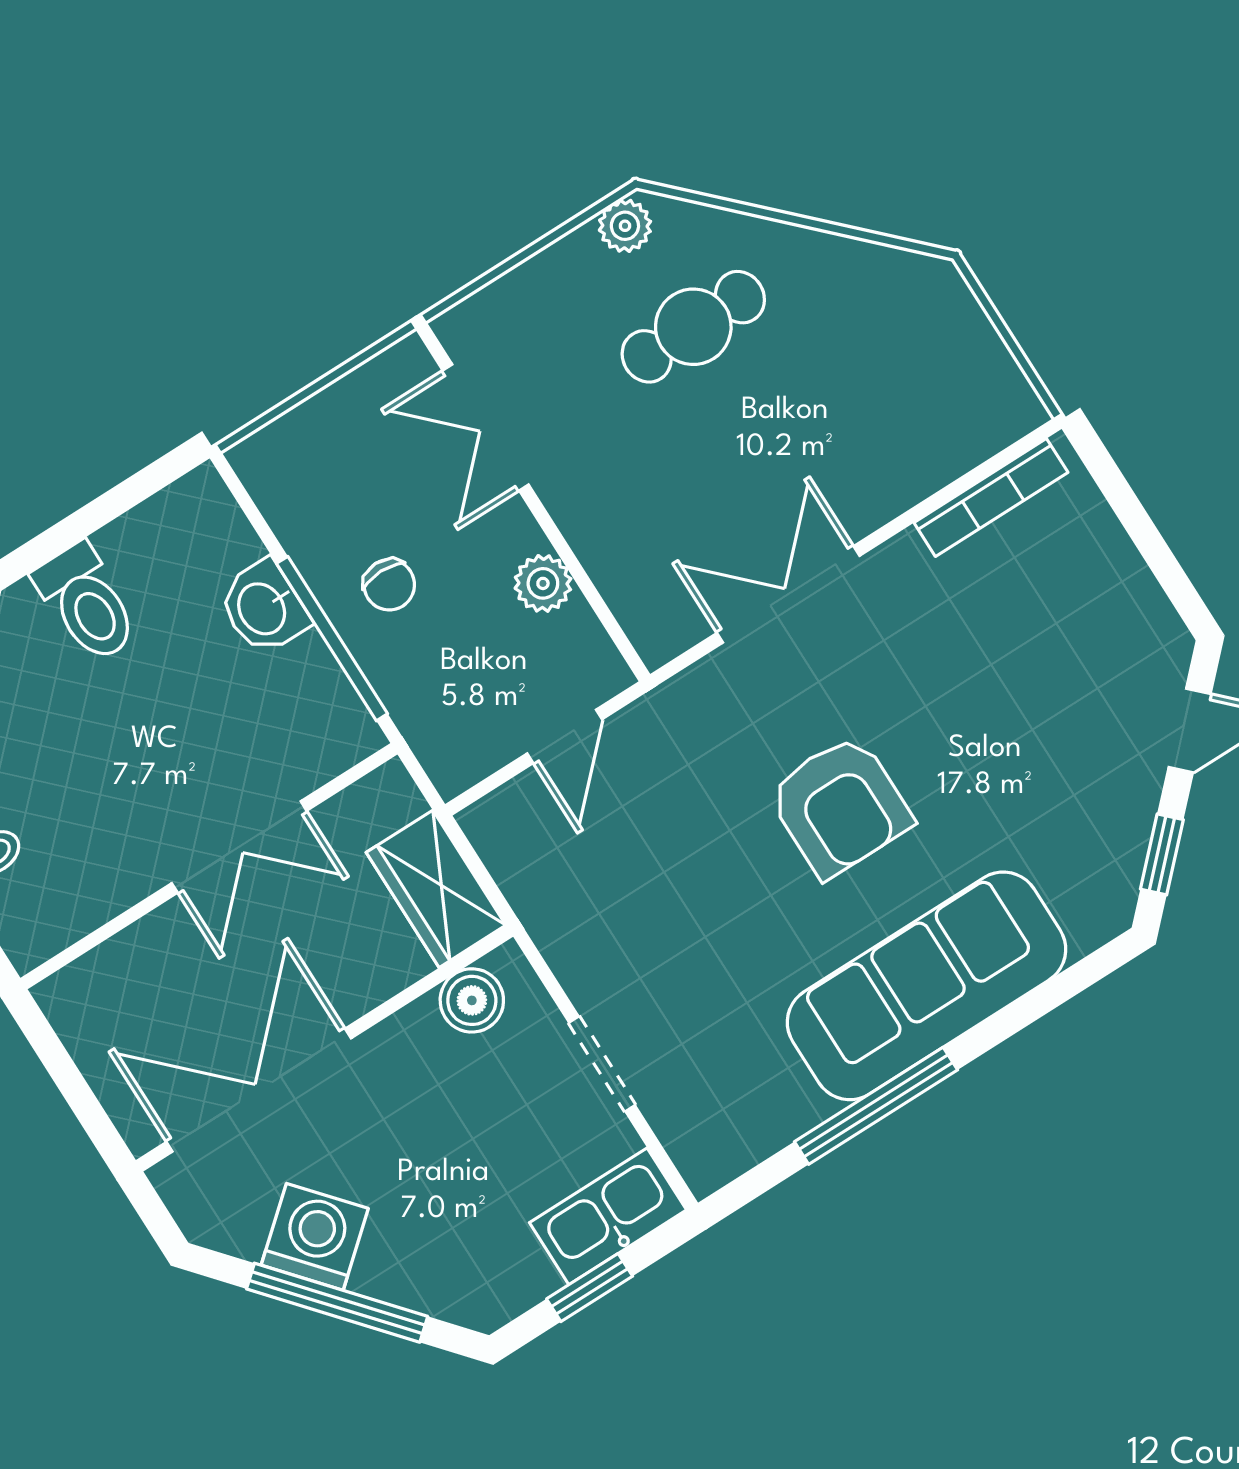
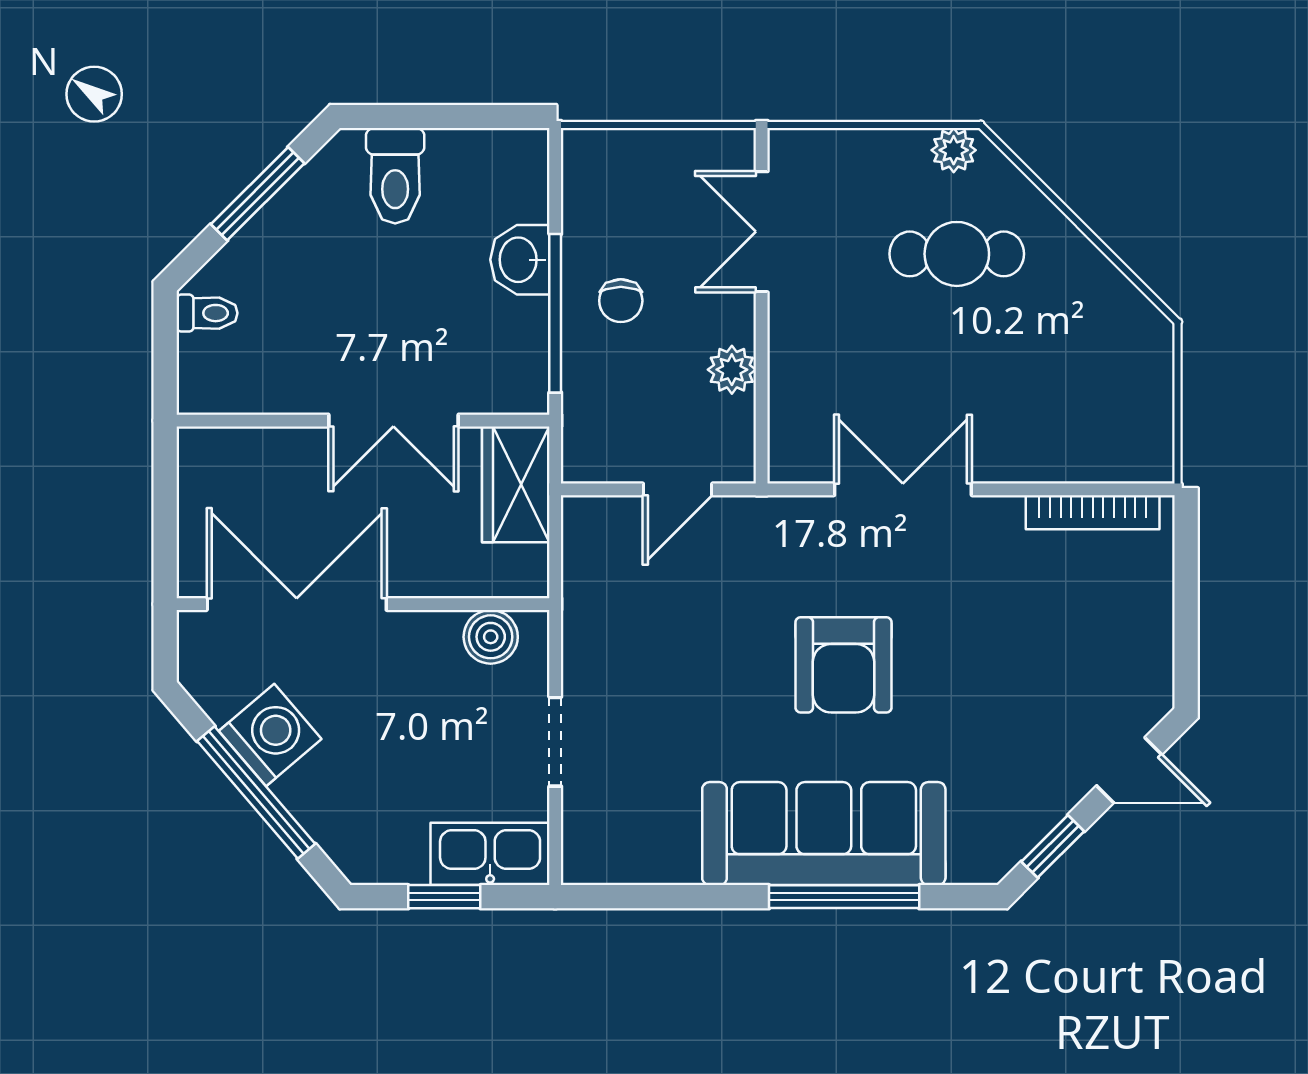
wardrobe: (436, 889) -> (516, 484), moved
window: (876, 1106) -> (844, 897), moved

